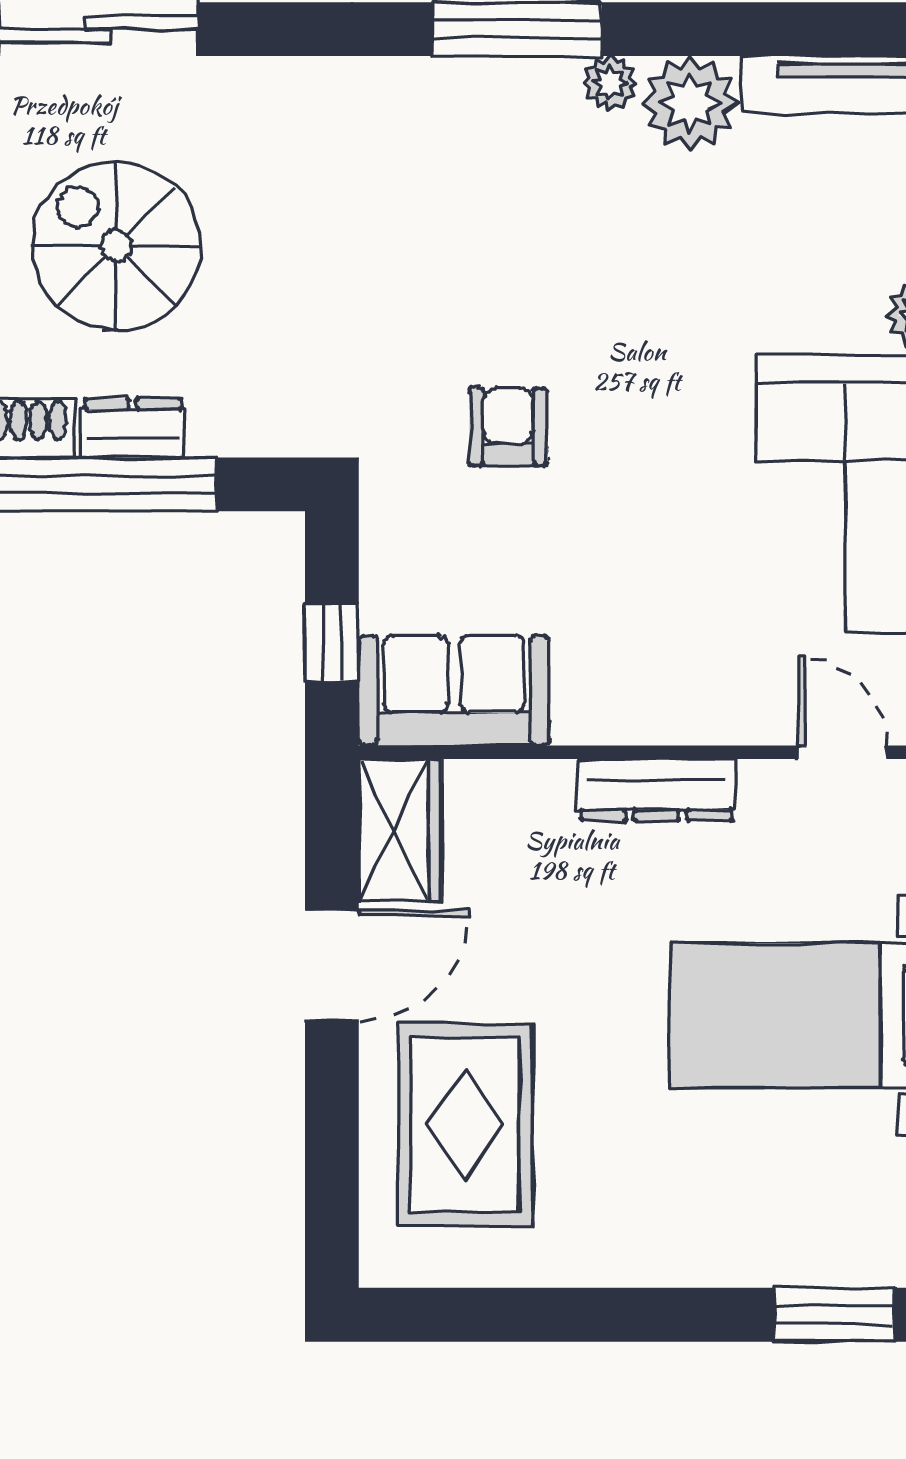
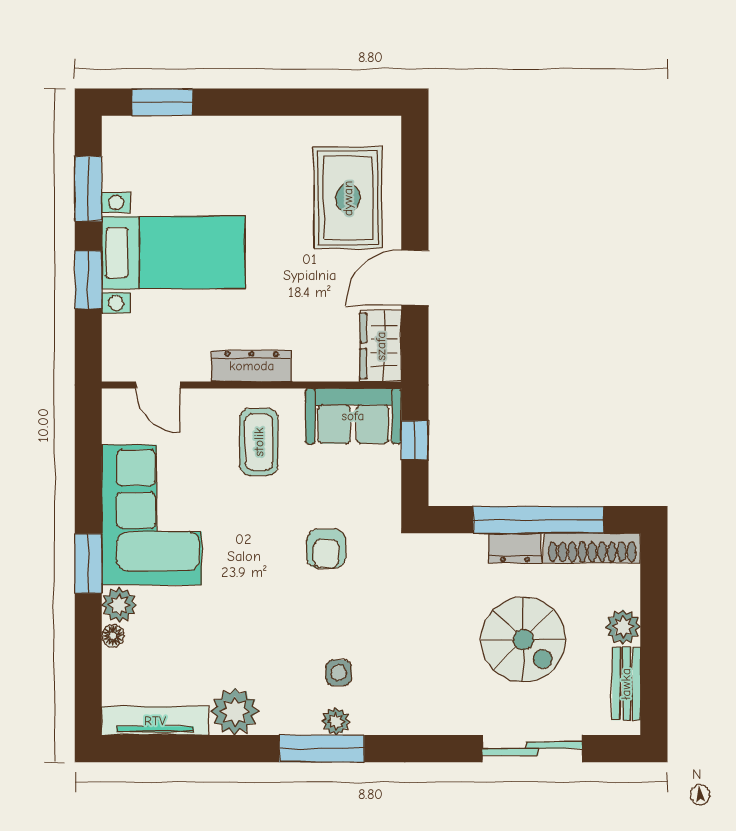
plant: (610, 83) -> (336, 721), moved
side table: (484, 180) -> (339, 673), added
coffee table: (642, 639) -> (259, 442), added

